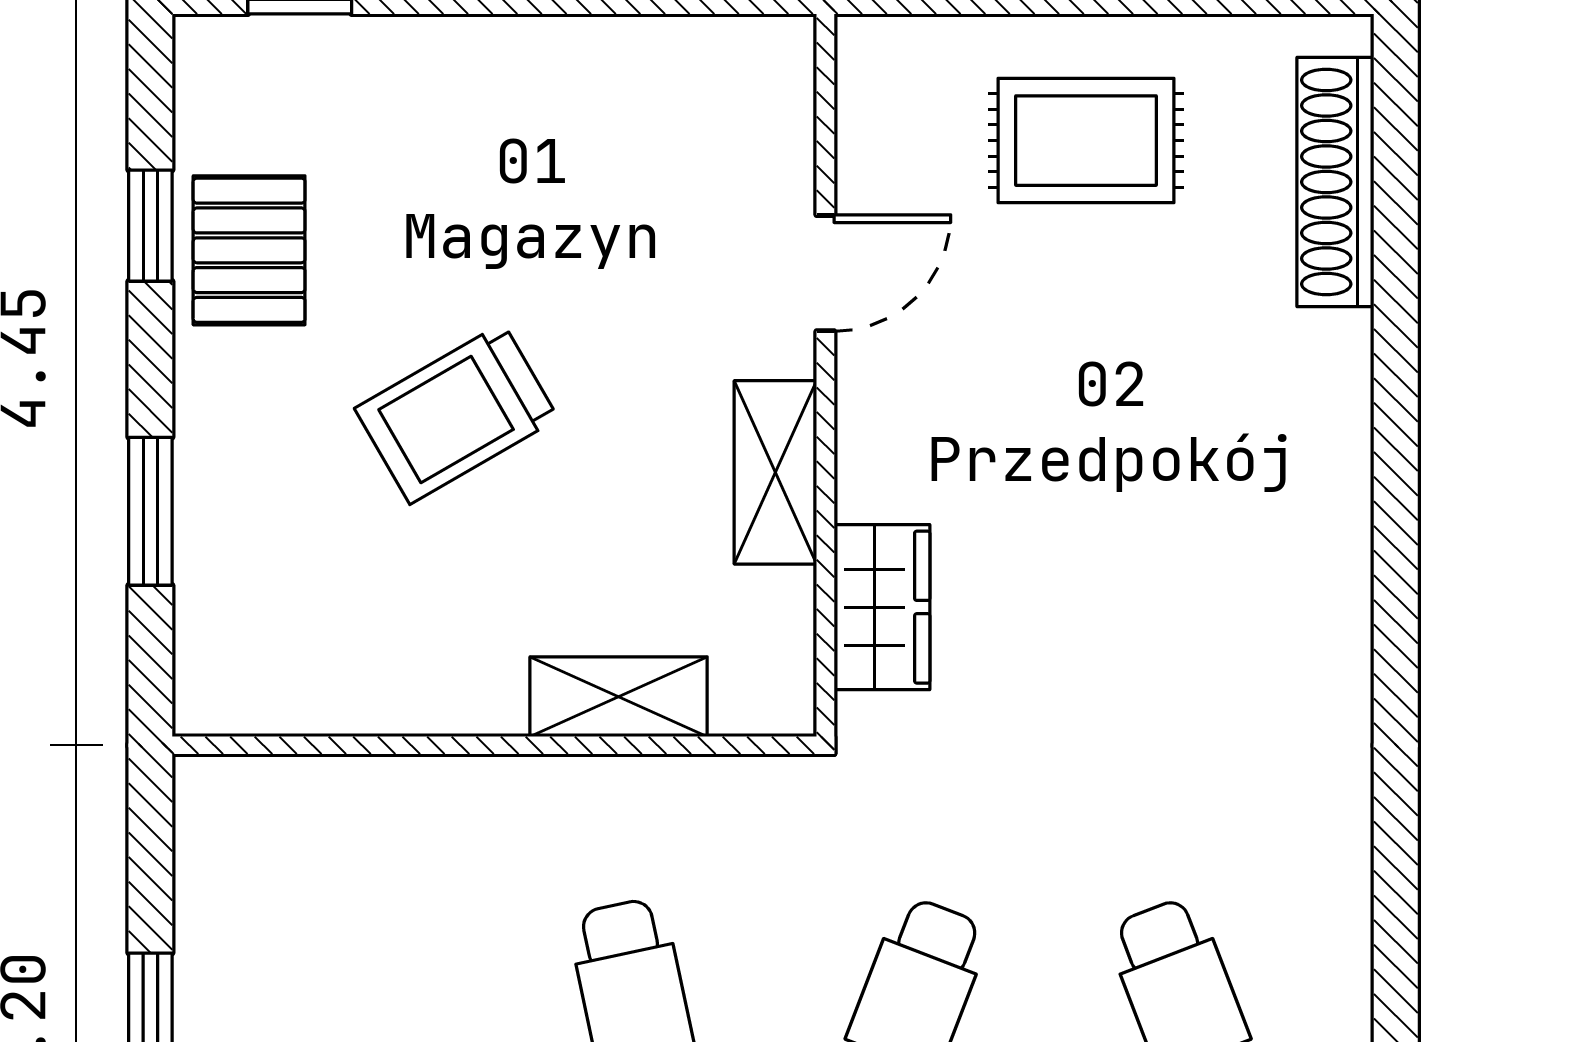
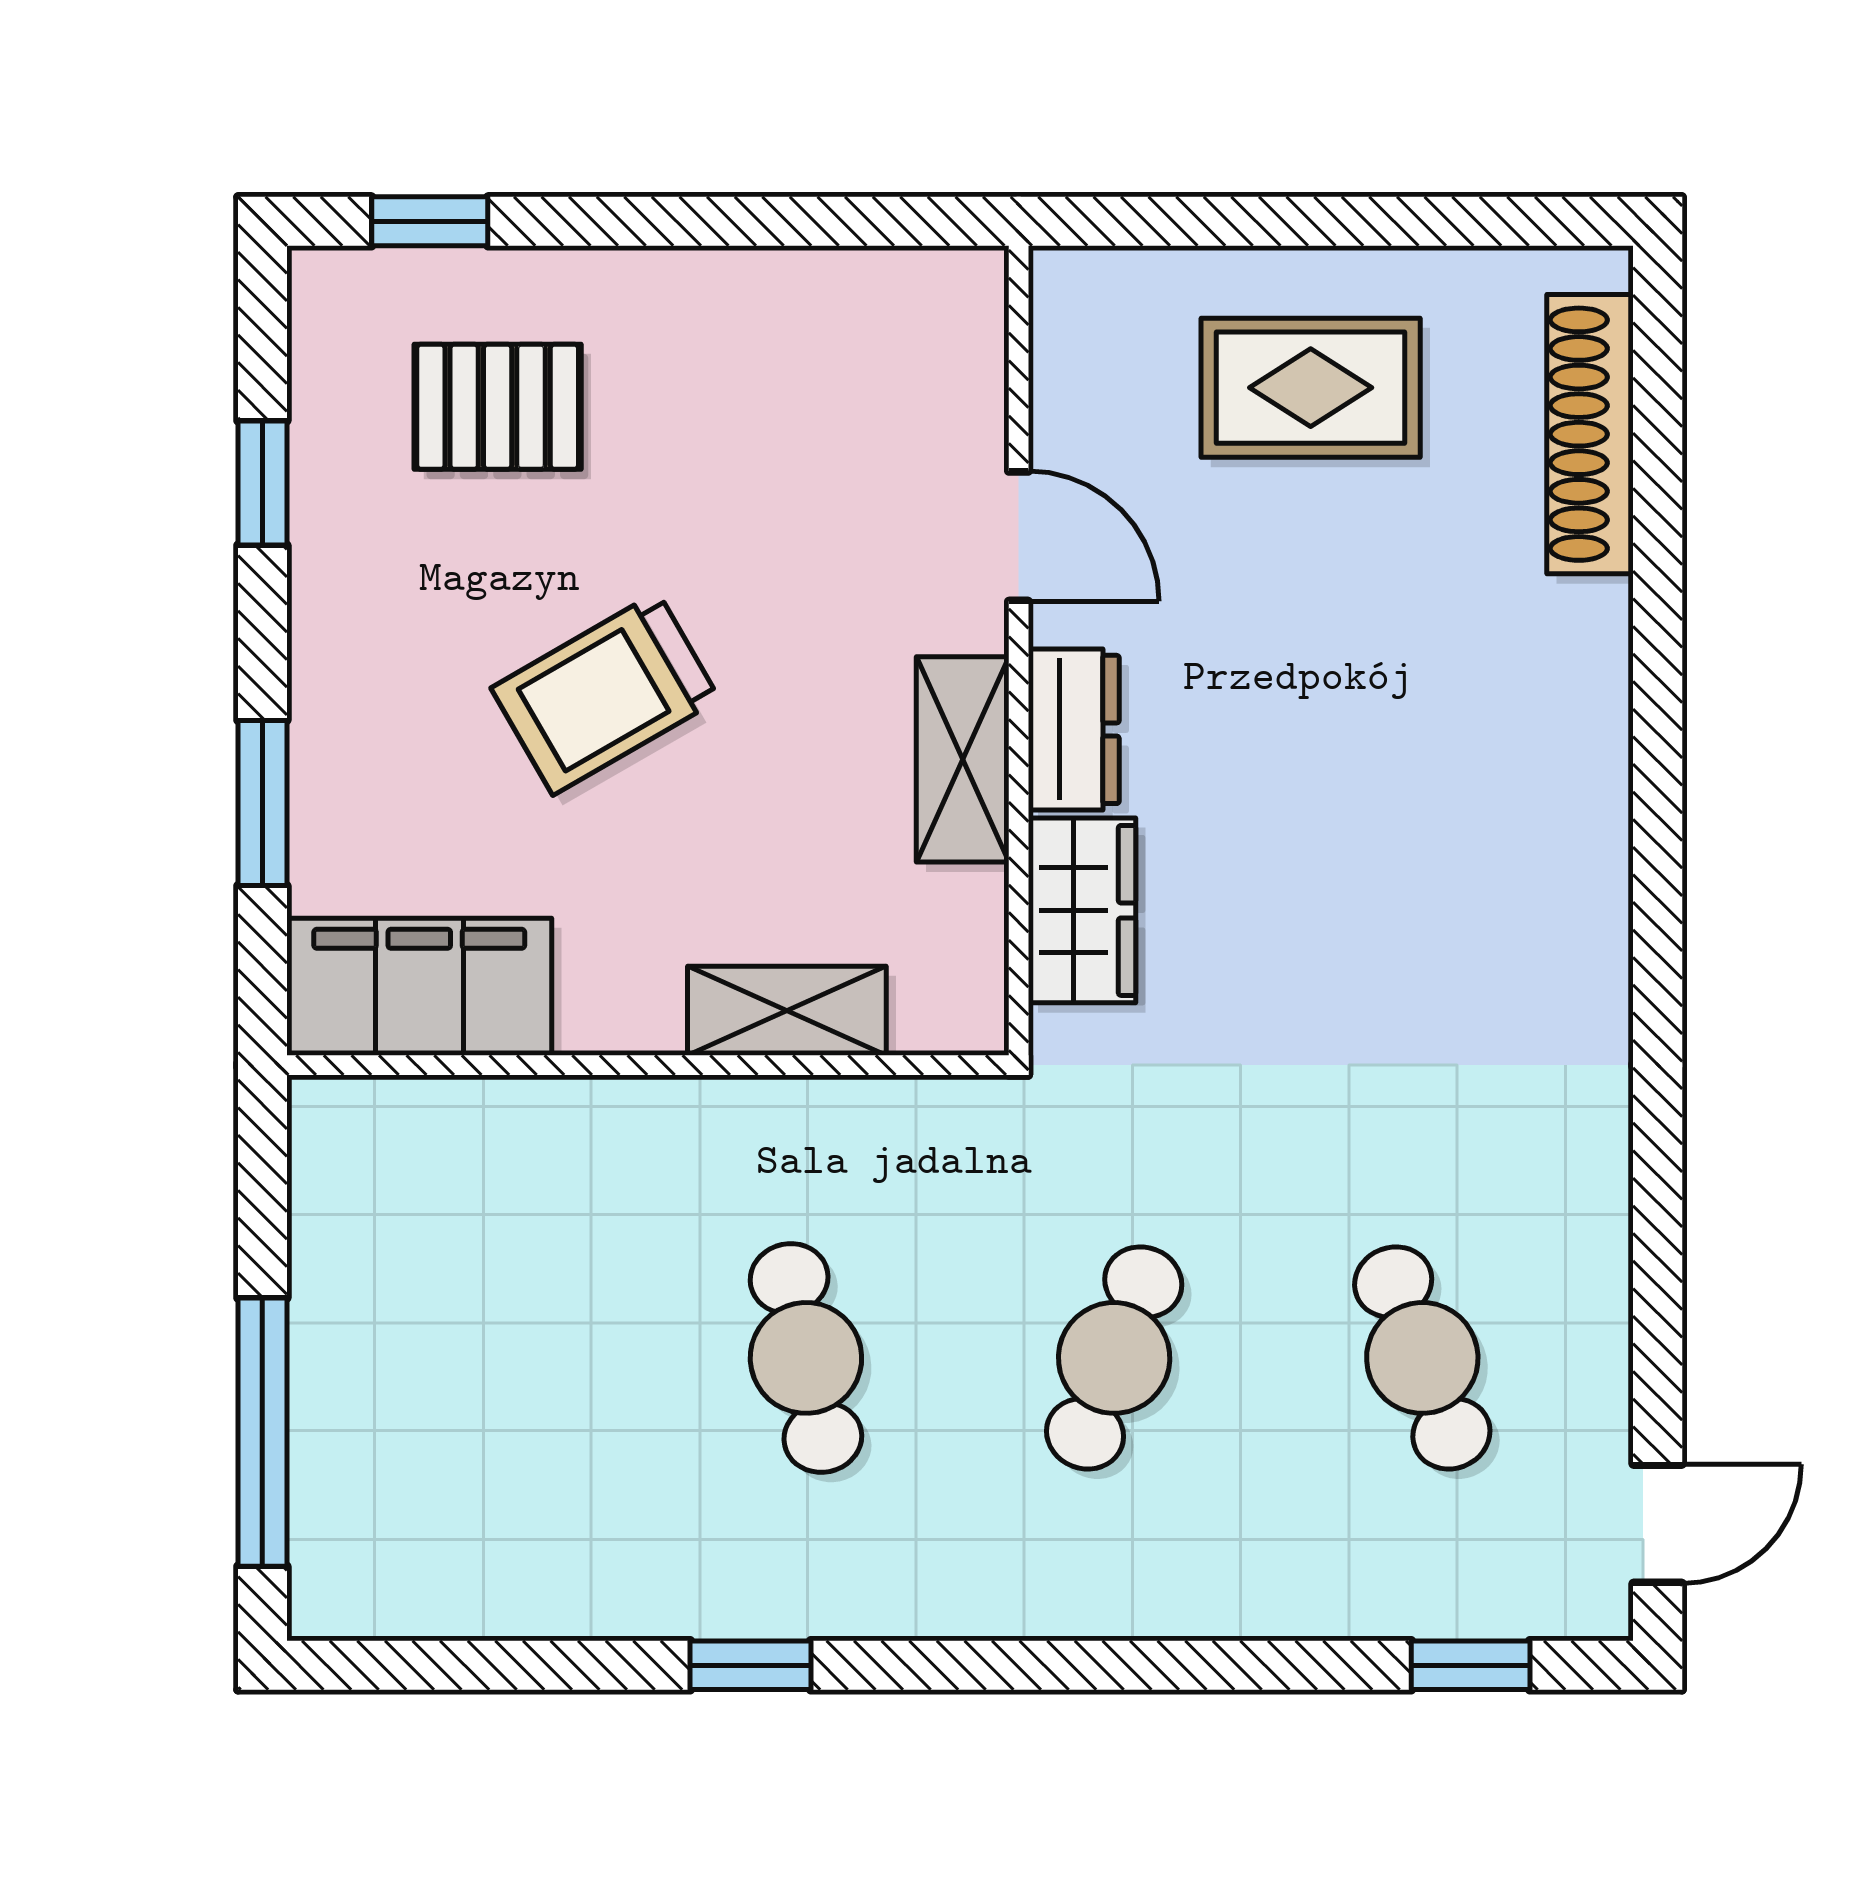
pallet: (249, 250) -> (498, 407), moved, turned 90
door: (825, 273) -> (1019, 536), hinge flipped
dresser: (875, 446) -> (1074, 729), added
filing cabinet: (290, 675) -> (419, 987), added

